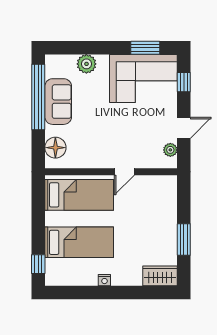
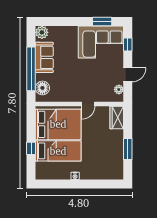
plant: (86, 64) -> (42, 32), moved
window: (38, 97) -> (31, 69), moved
bed: (79, 195) -> (58, 124), width x1.50
window: (38, 264) -> (31, 148), moved
wardrobe: (160, 276) -> (117, 118), moved, turned -90

